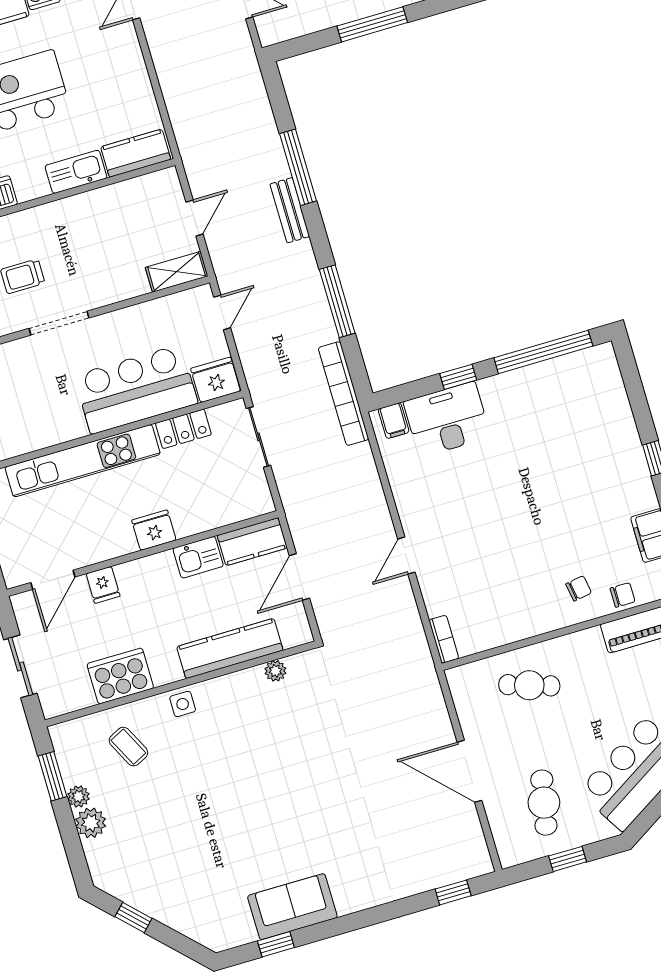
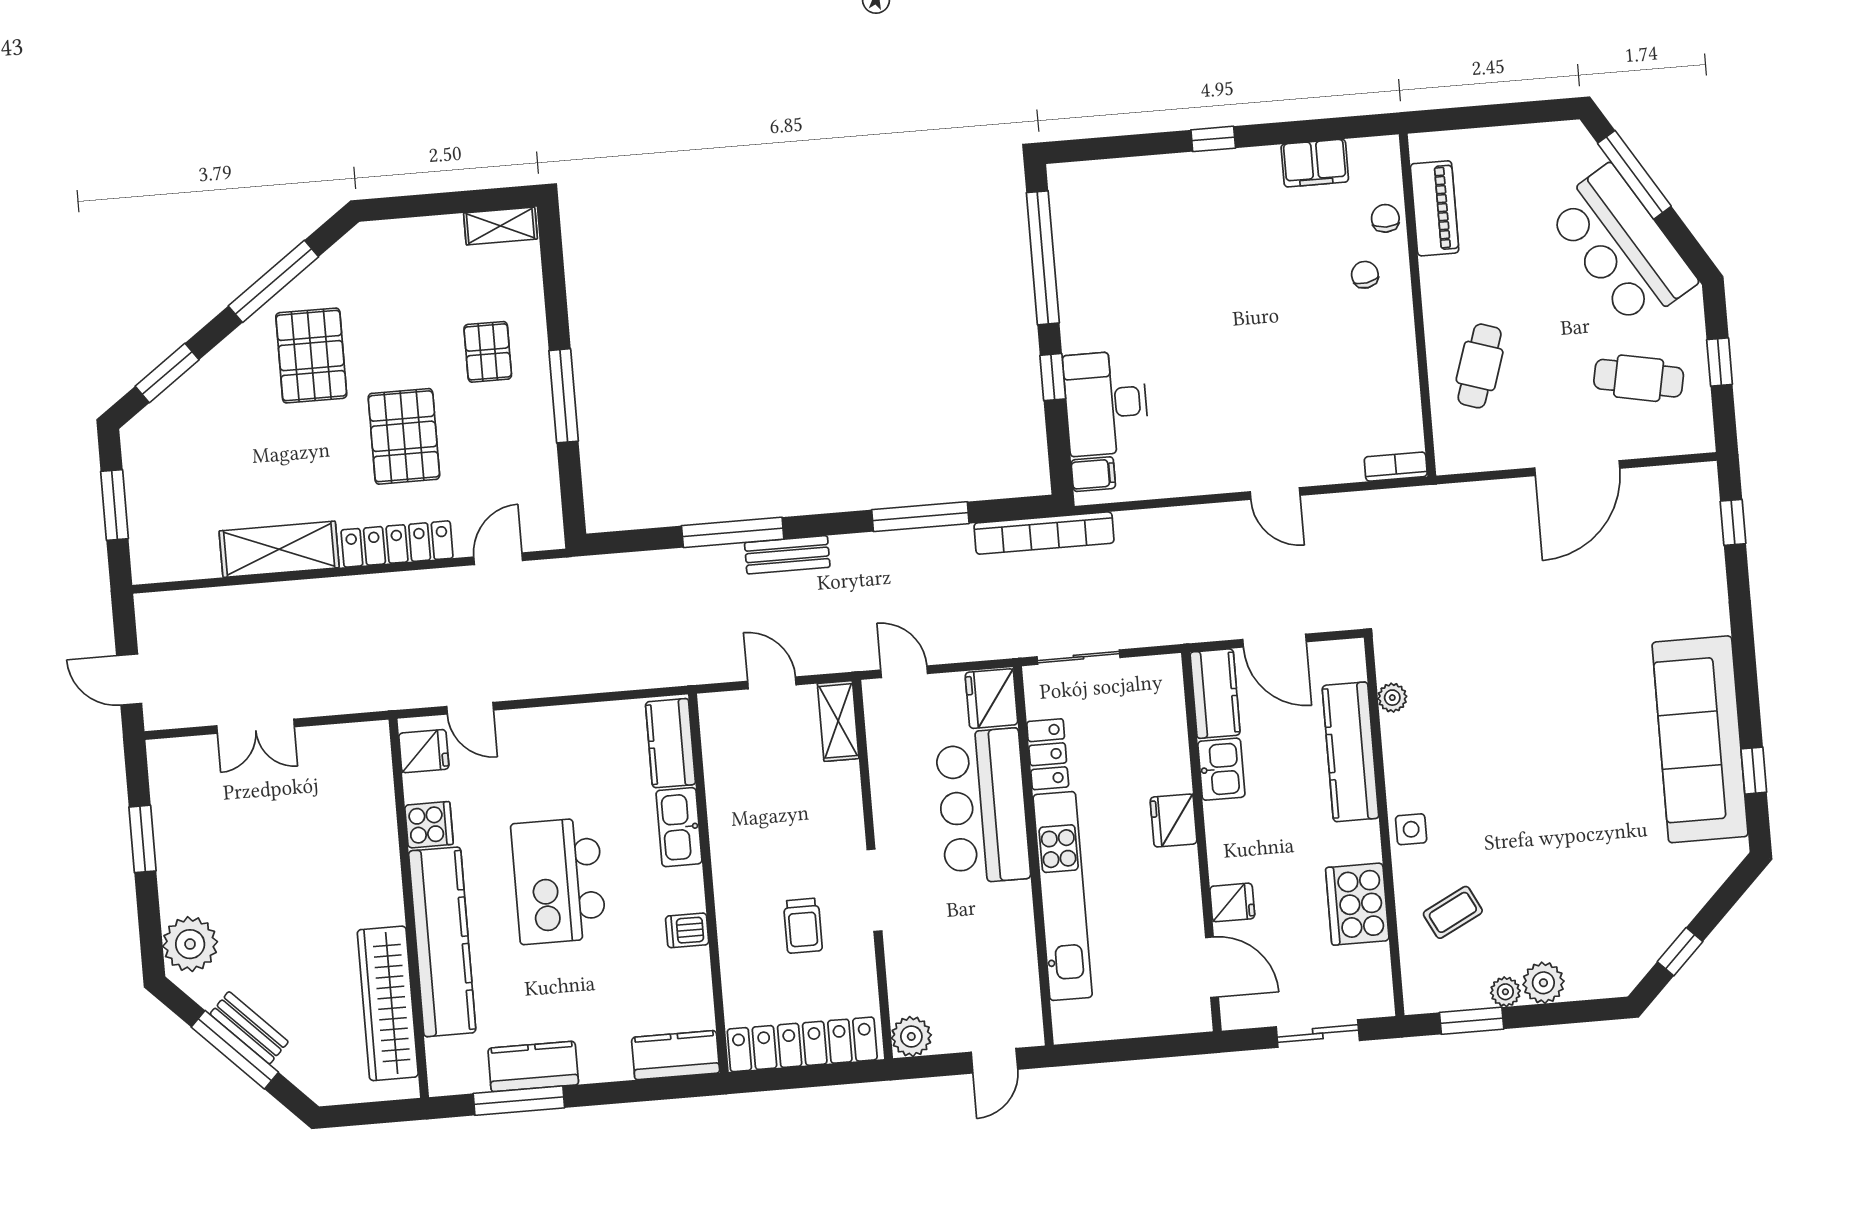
sofa: (292, 907) -> (1700, 739), width x1.85, depth x1.27

